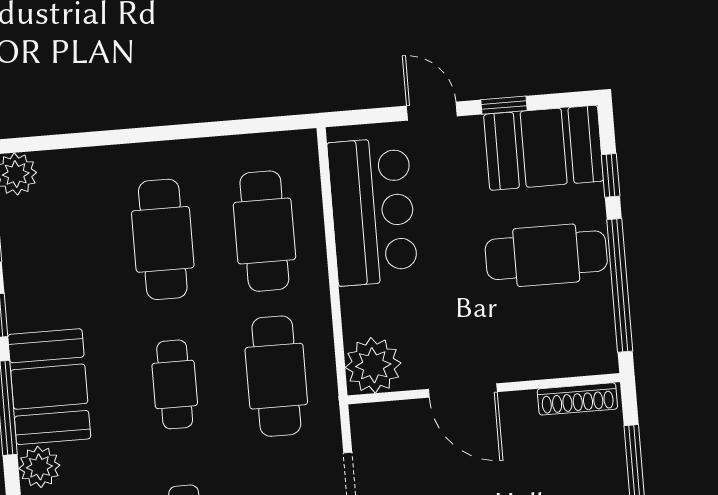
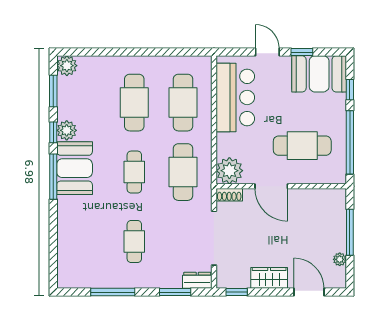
cafe table: (546, 255) -> (302, 146), moved
shoe rack: (577, 399) -> (229, 195), moved, width x0.70
plant: (39, 467) -> (67, 130), moved

